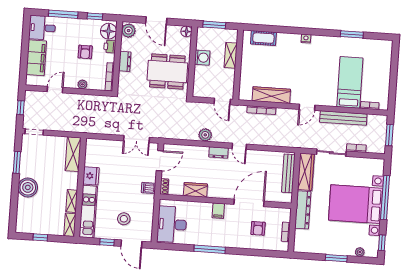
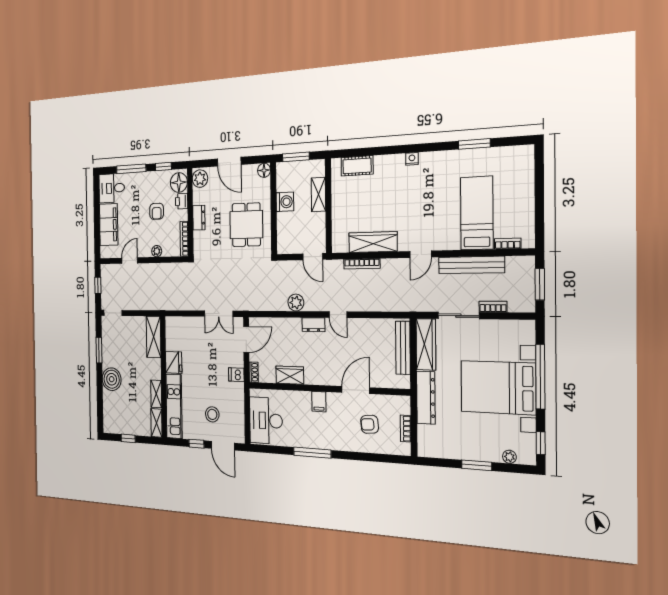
dining table: (167, 71) -> (246, 225), width x0.73
door: (249, 203) -> (356, 390), width x0.73
armchair: (258, 228) -> (370, 424), turned 85

